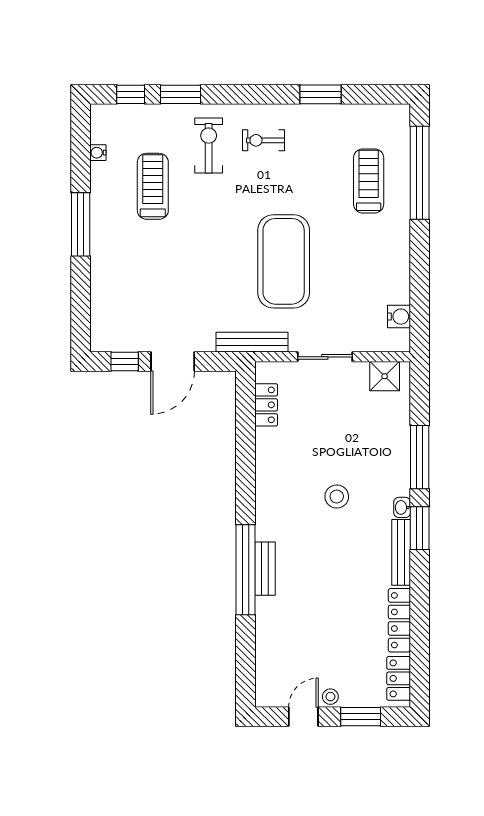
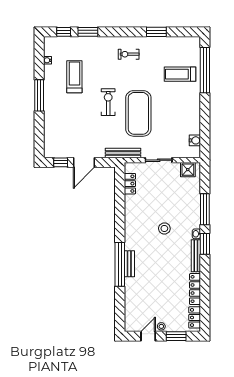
exercise bike: (209, 146) -> (108, 102), moved
treadmill: (369, 181) -> (180, 74), turned -90

